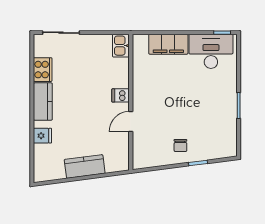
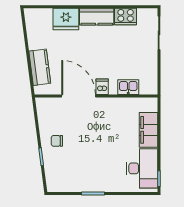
kitchen sink: (121, 46) -> (128, 87), moved
door: (131, 122) -> (79, 96), width x1.87
fridge: (42, 136) -> (66, 19), width x1.88, depth x1.34
kitchen counter: (85, 166) -> (40, 67), moved

